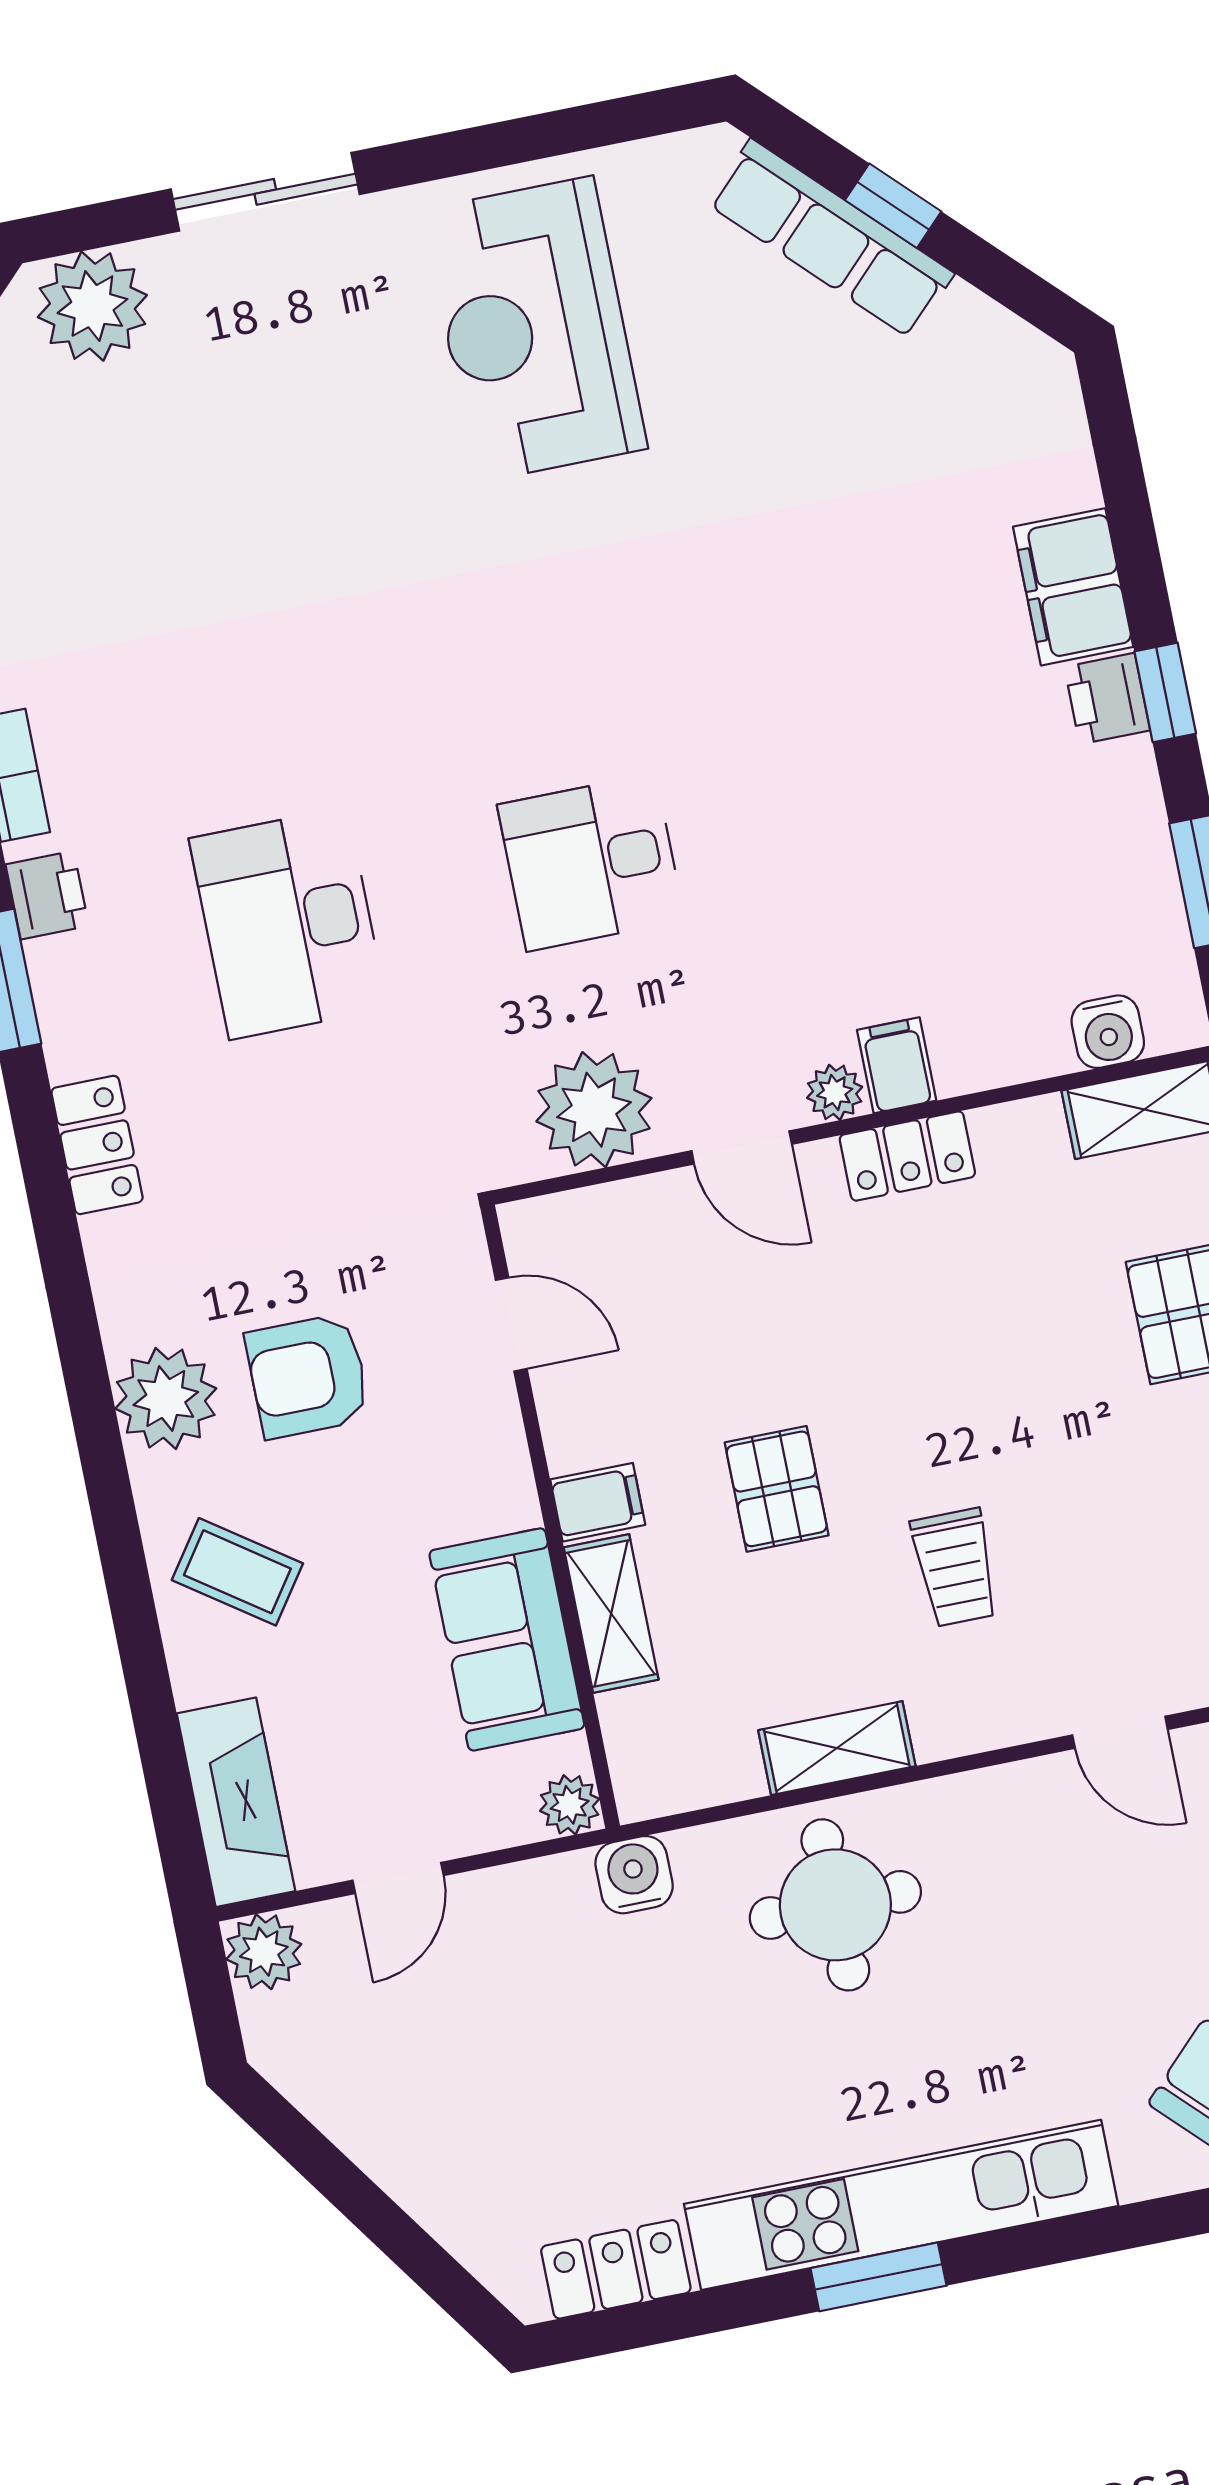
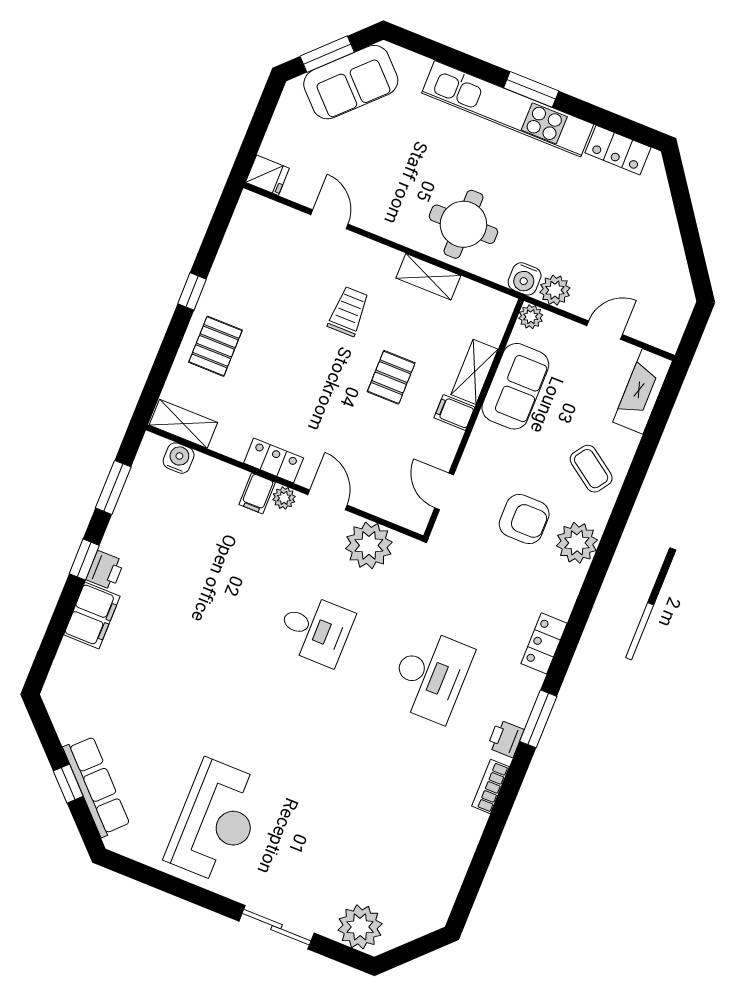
plant: (264, 1952) -> (555, 290), moved

